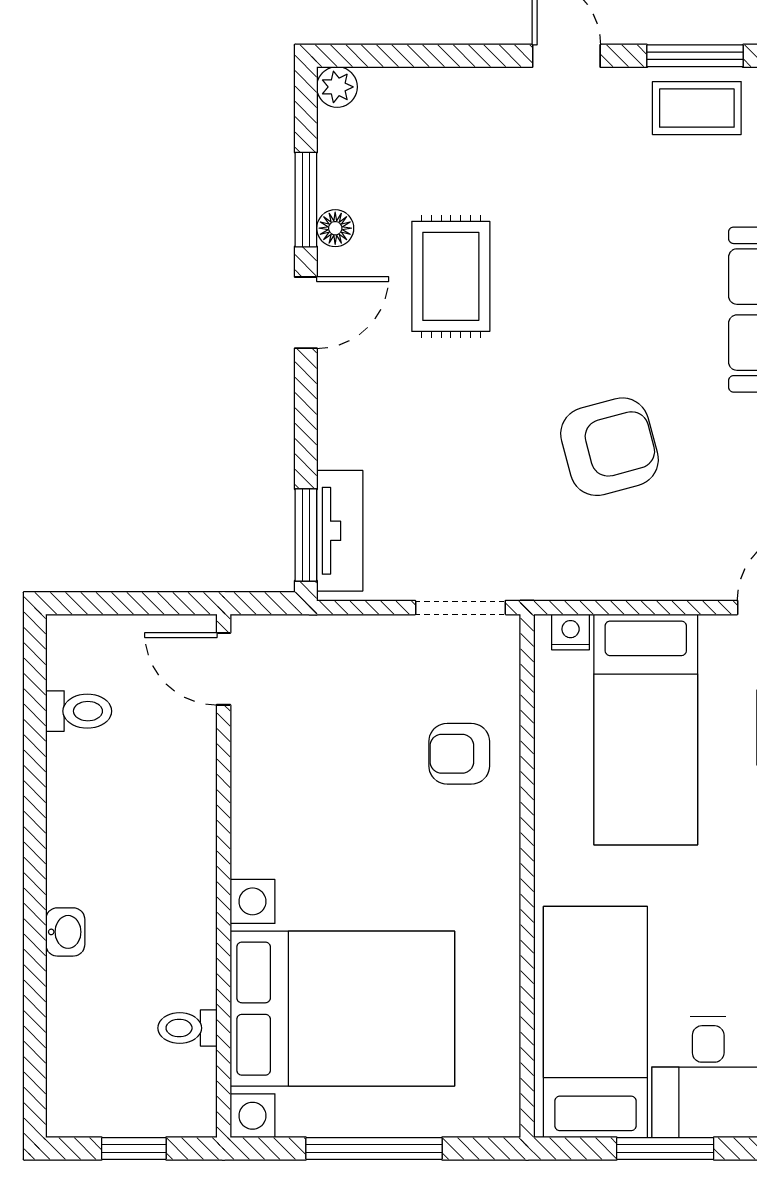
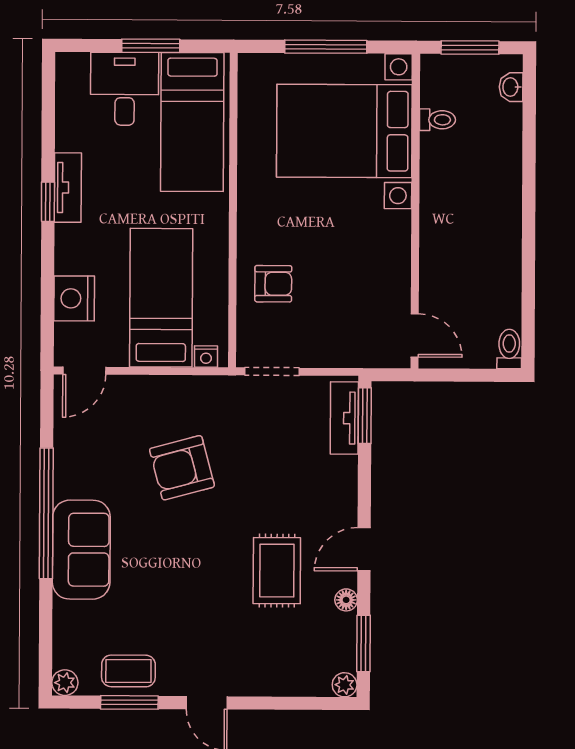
window: (306, 200) -> (364, 643), moved
toilet: (79, 711) -> (509, 349), moved, turned 90
washbasin: (65, 932) -> (511, 87), moved
window: (134, 1149) -> (470, 47), width x1.50

